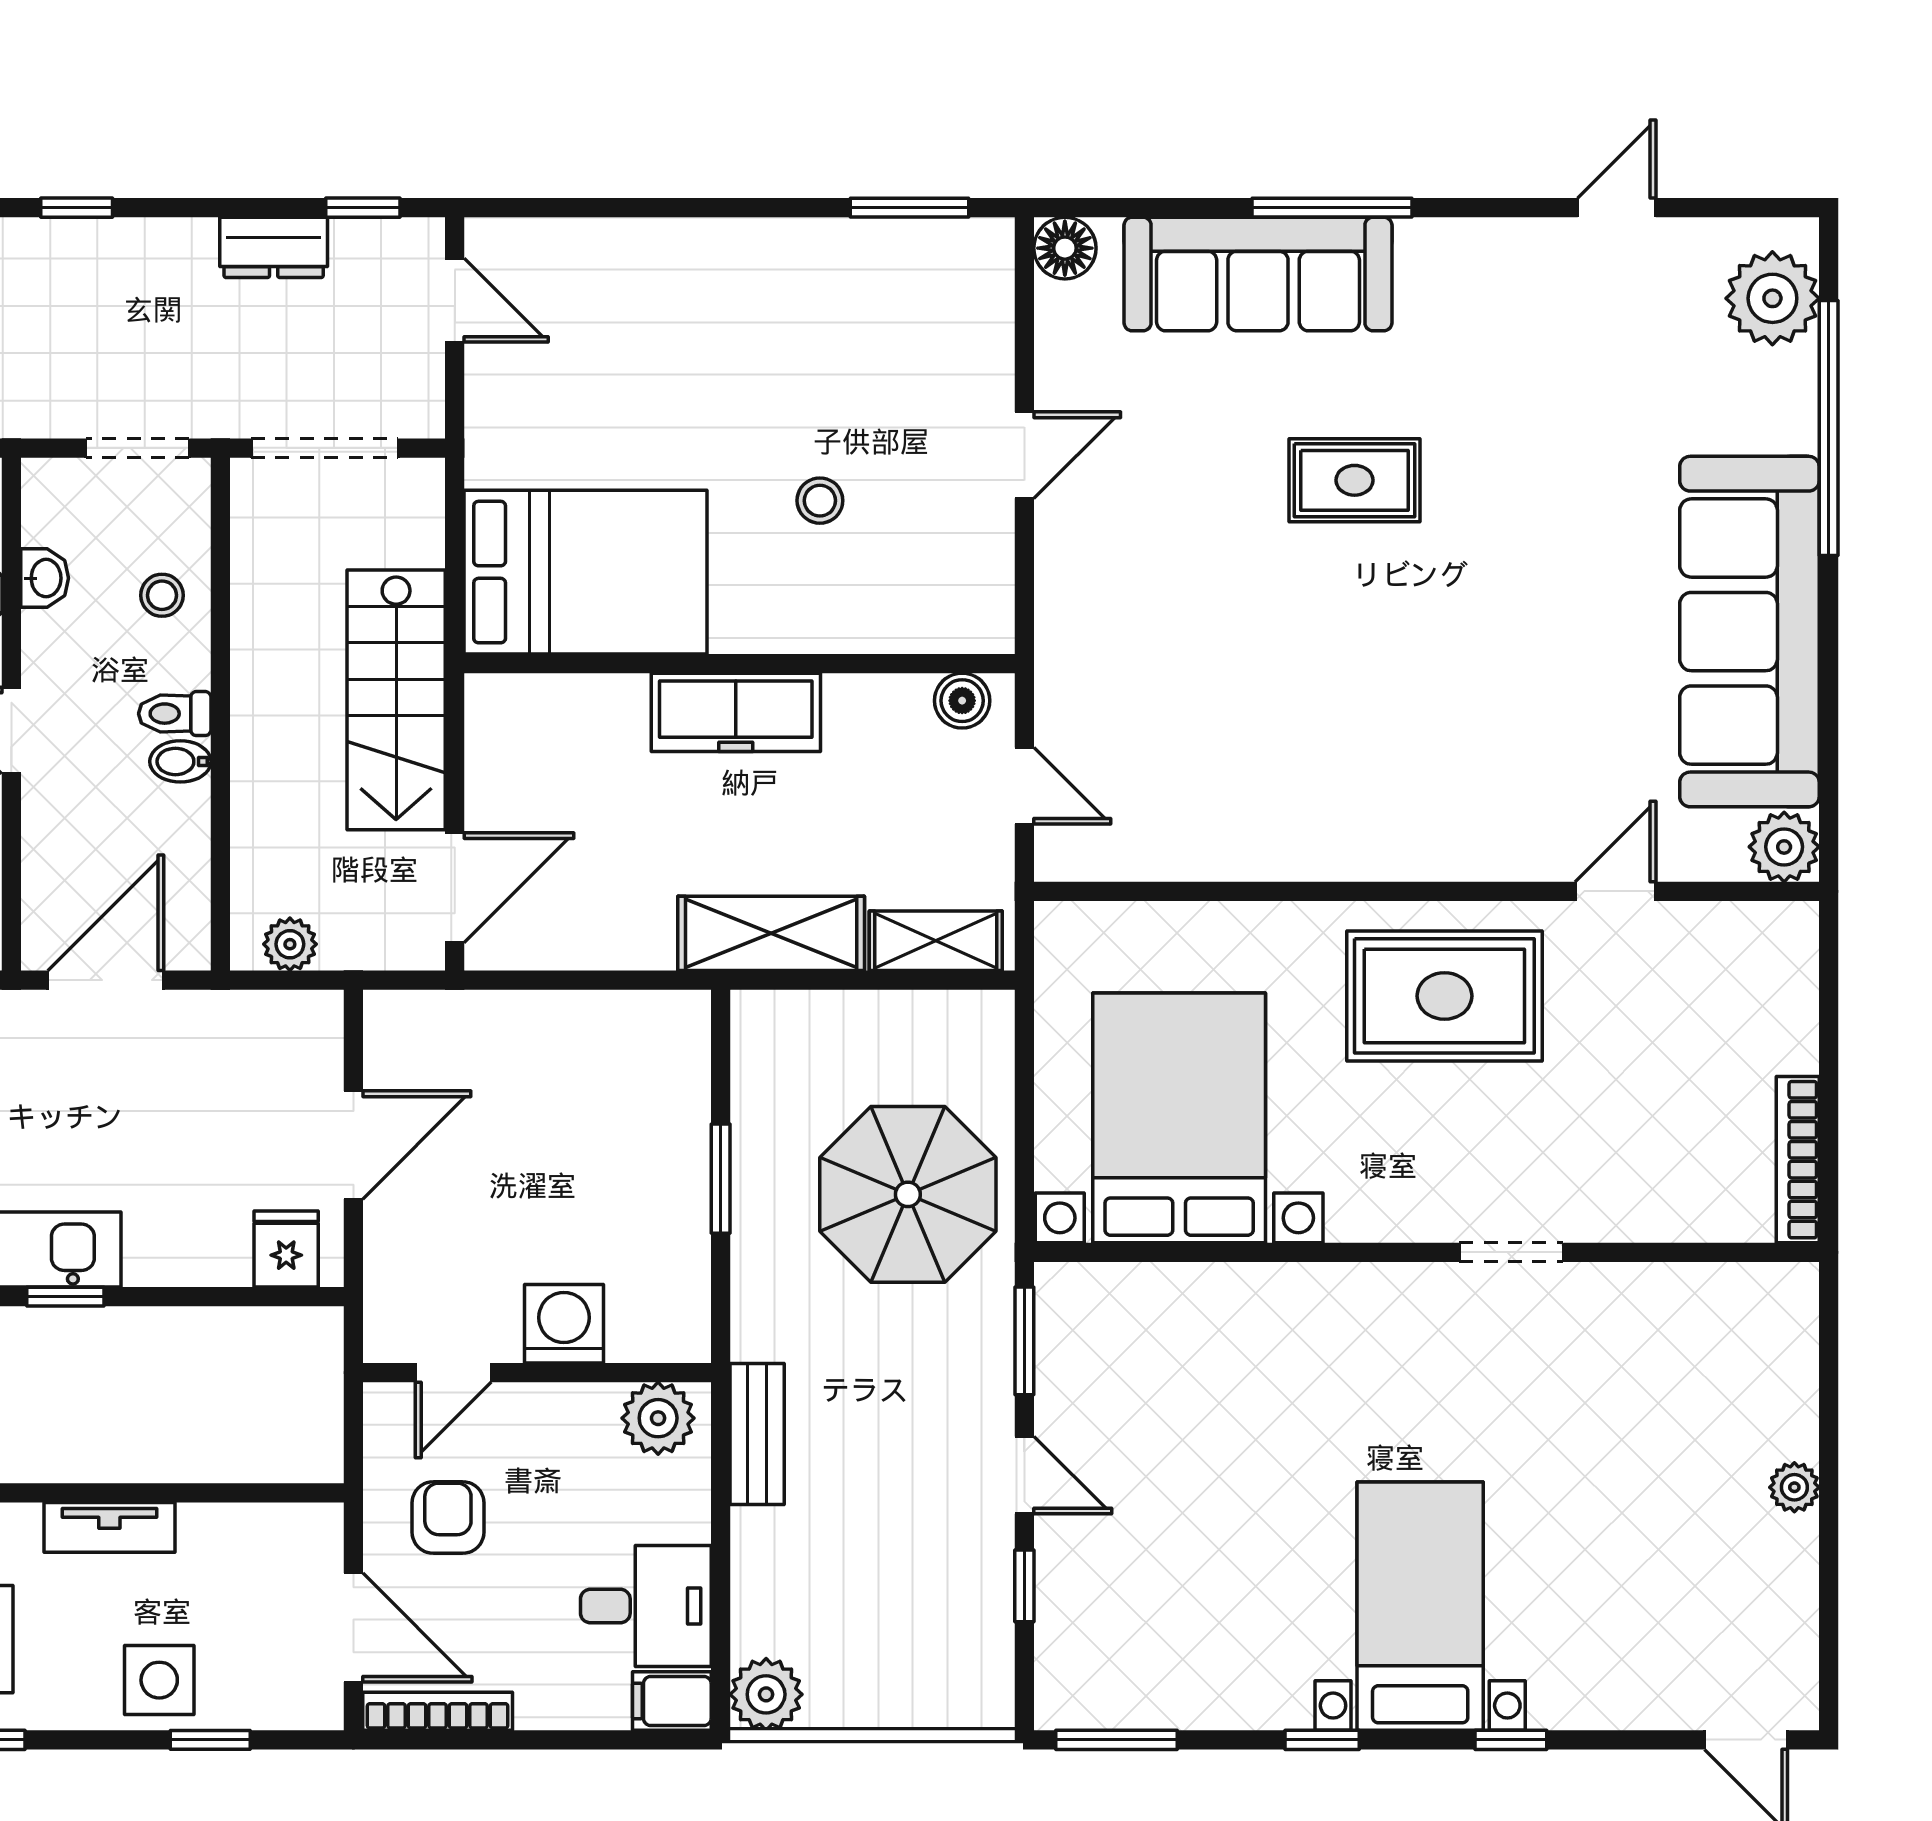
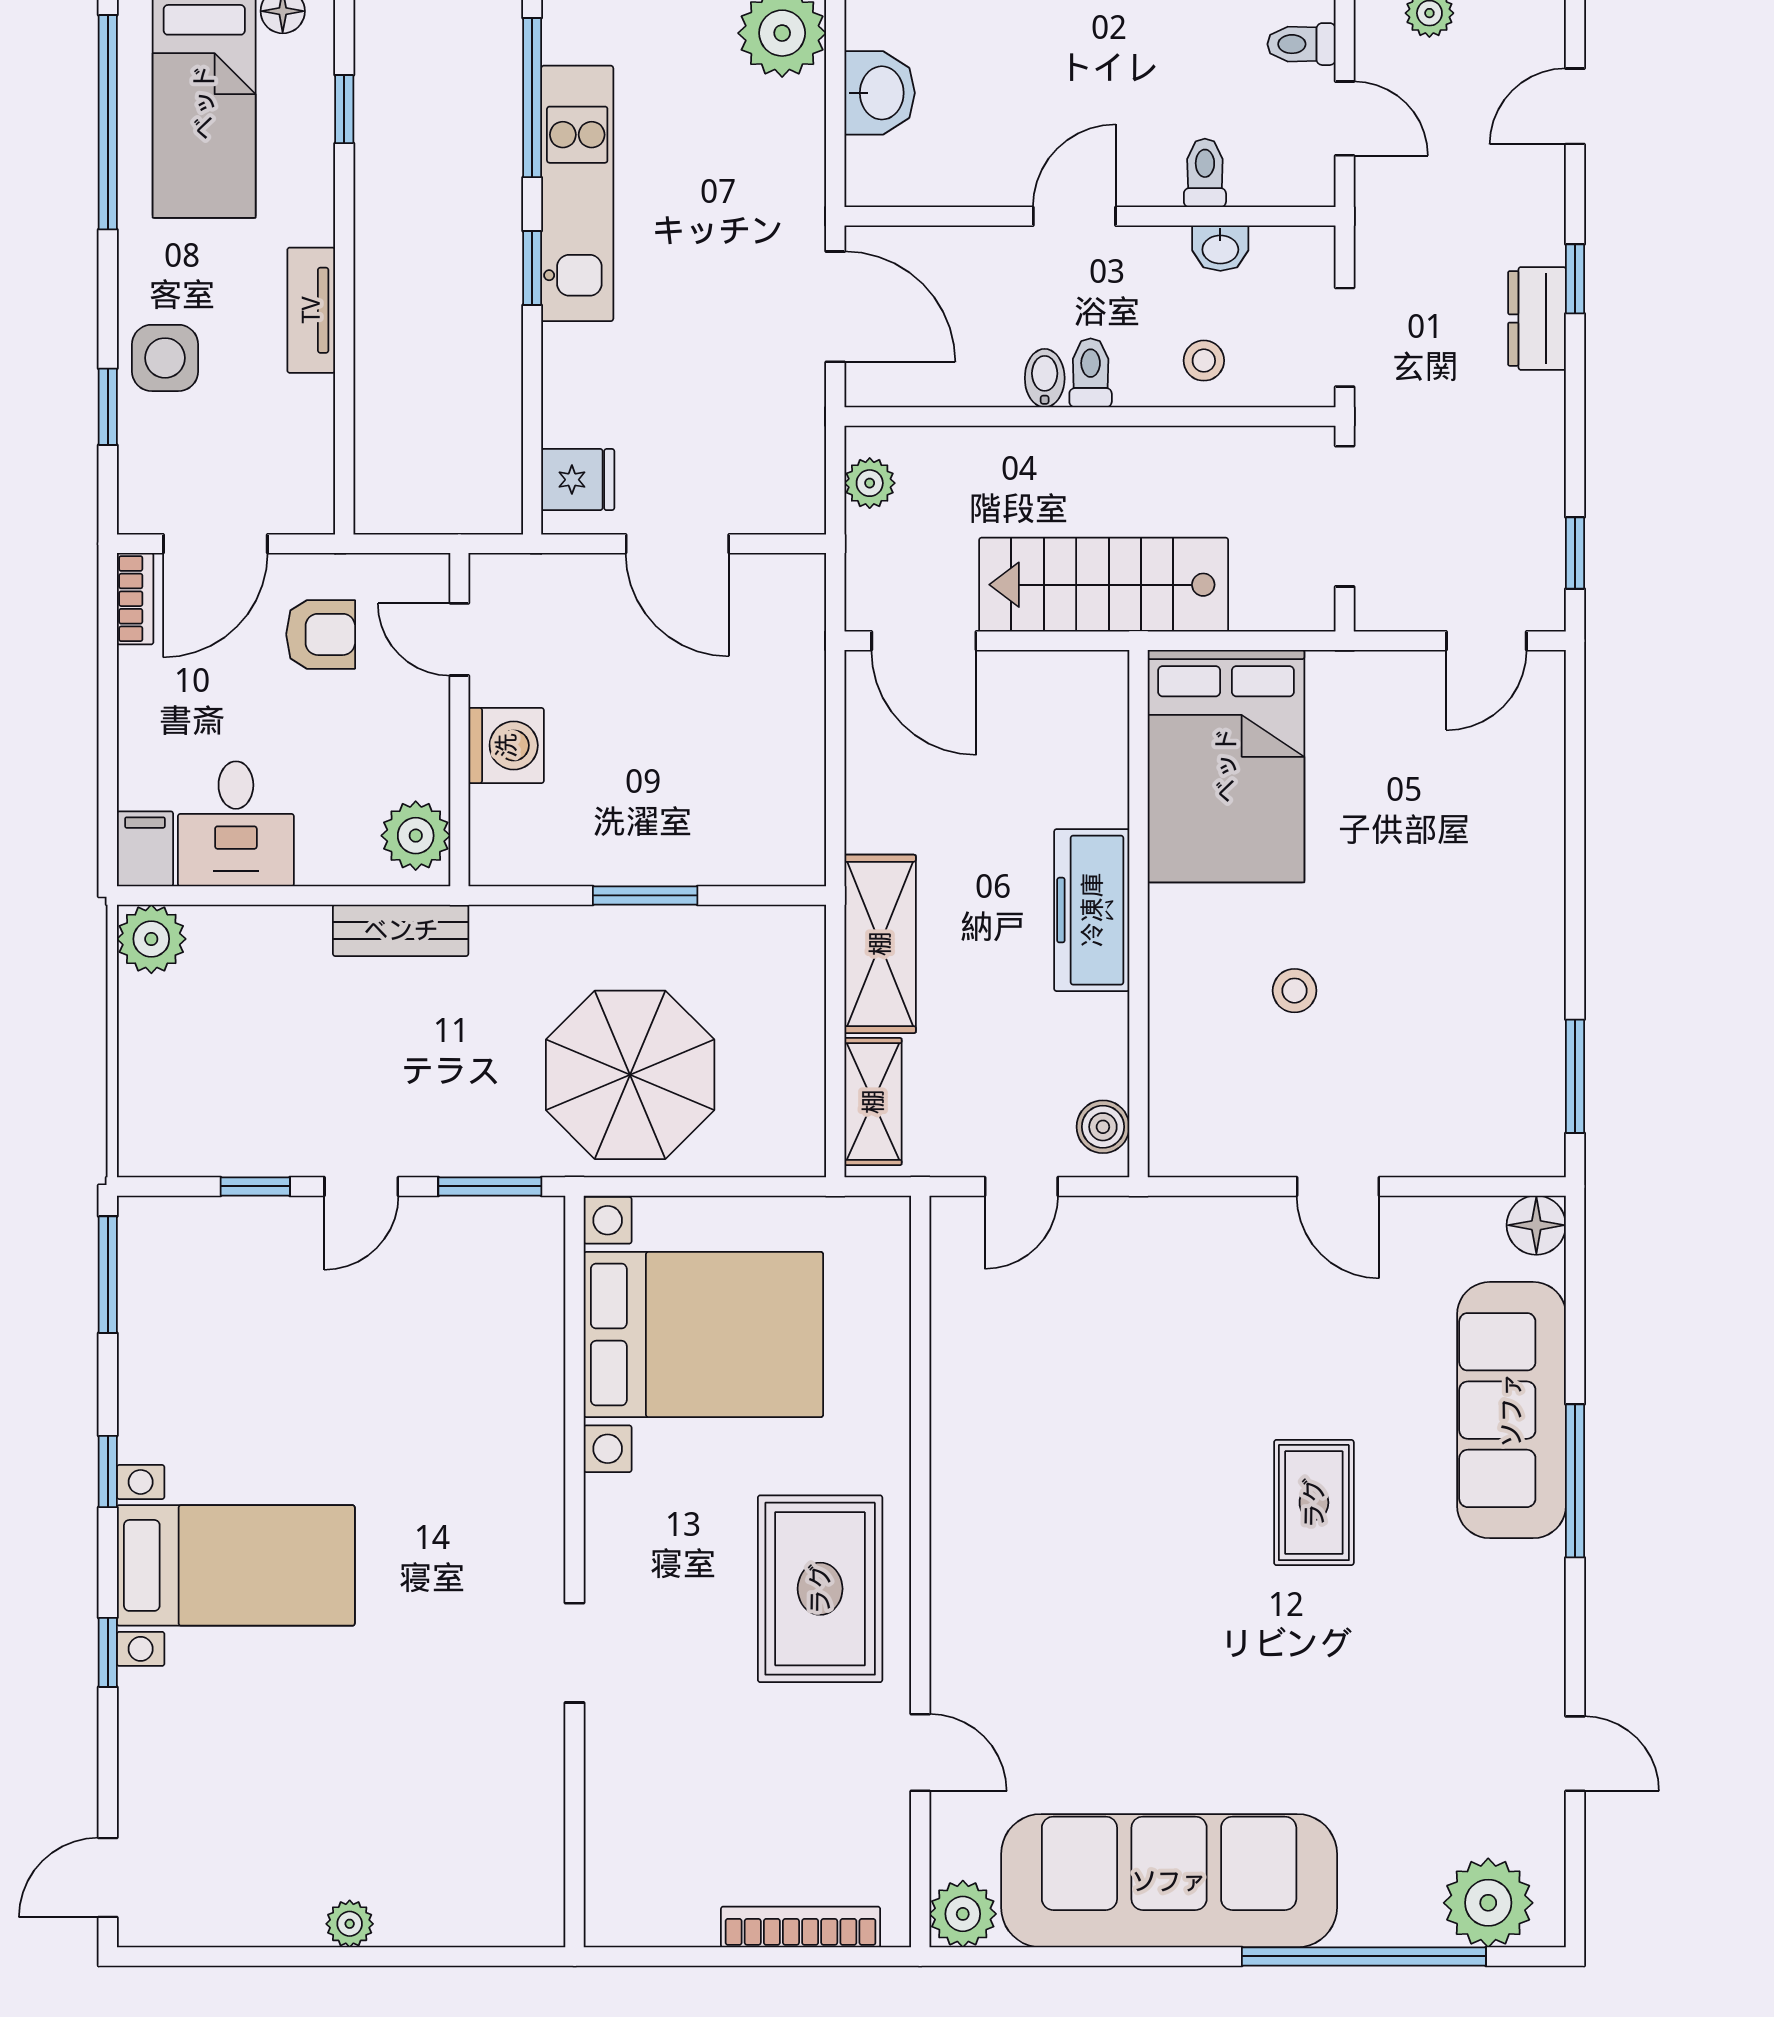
dresser: (274, 247) -> (1537, 318), moved
bookcase: (1798, 1160) -> (801, 1927), moved
bookcase: (438, 1711) -> (135, 599), width x0.64

